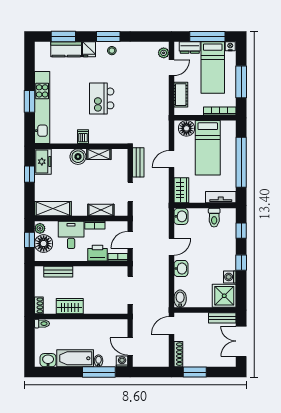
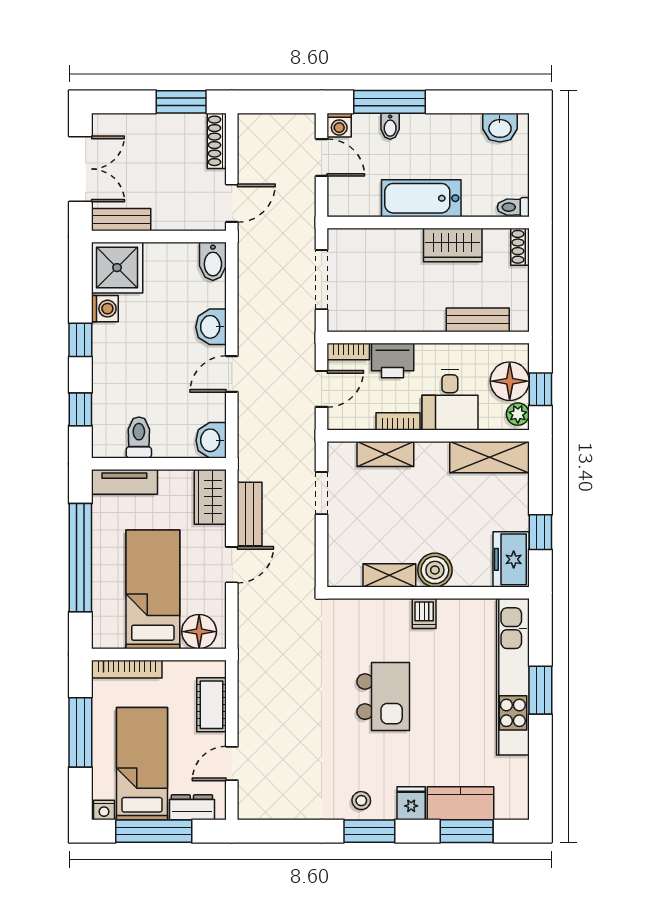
plant: (164, 53) -> (249, 796), removed
bench: (138, 162) -> (250, 514), moved
bathtub: (75, 358) -> (421, 198), moved, turned 180

